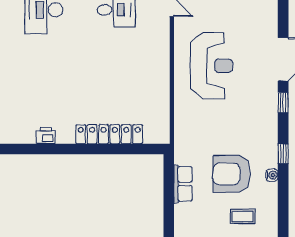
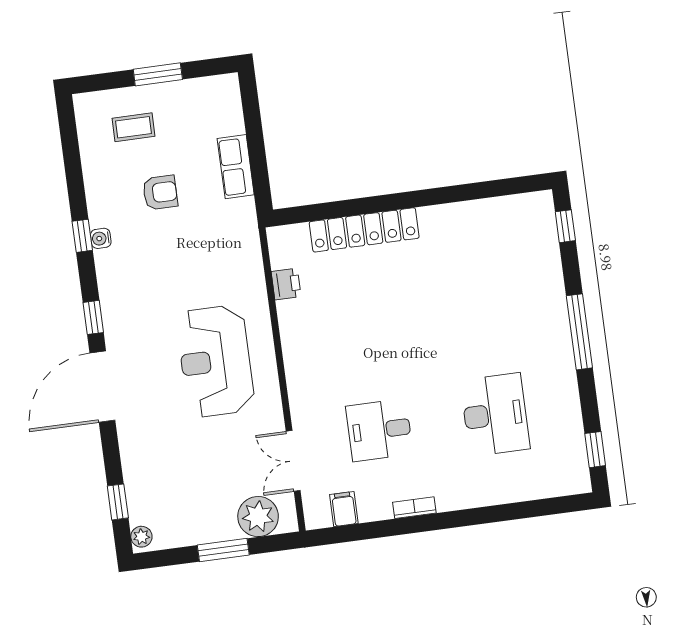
printer: (46, 136) -> (286, 284), moved, turned -90
armchair: (232, 174) -> (160, 192), width x0.53, depth x0.53
water cooler: (272, 175) -> (101, 238), moved

